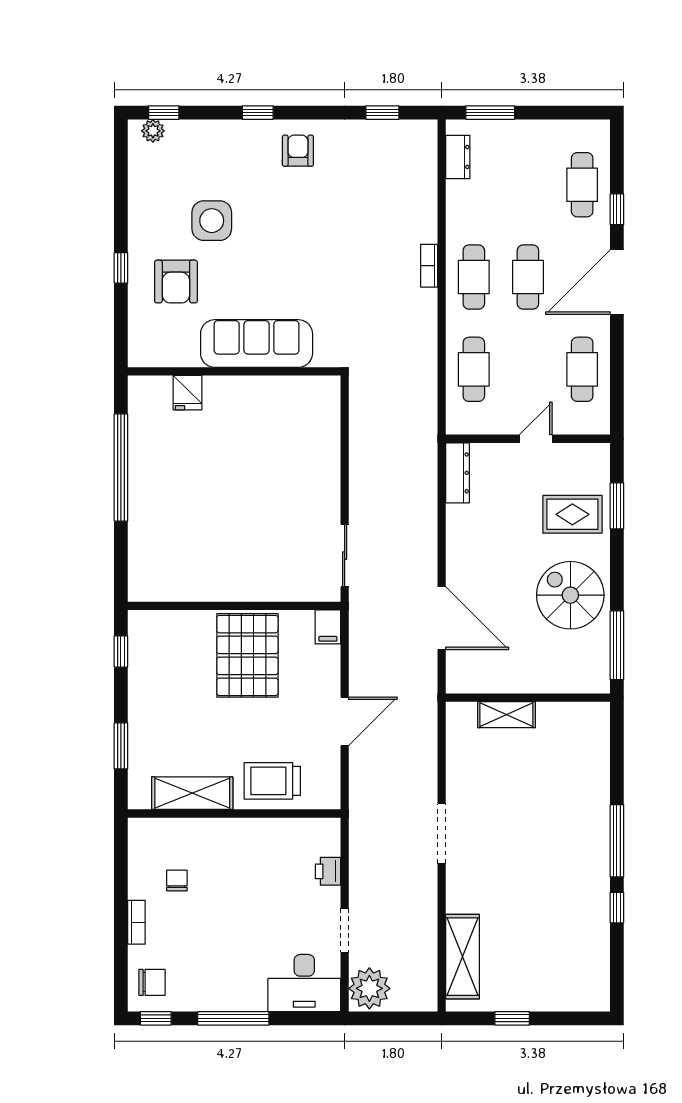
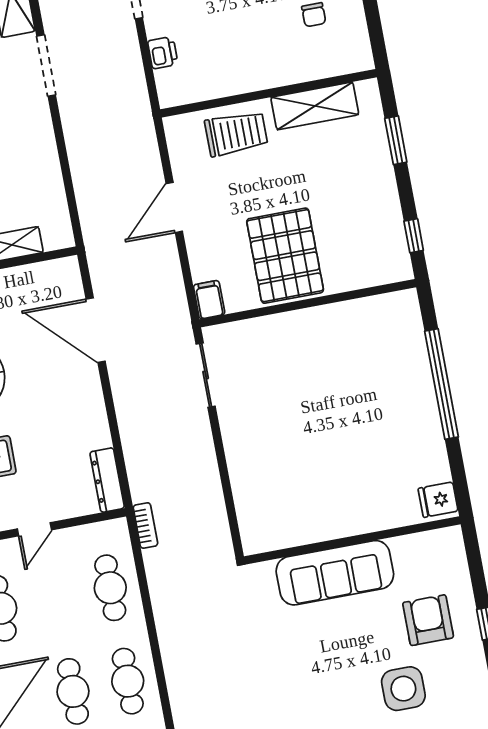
bookcase: (429, 266) -> (145, 526), moved
fridge: (187, 393) -> (438, 500), moved, turned -90
window: (121, 468) -> (441, 384), moved
doorway: (442, 834) -> (46, 66), moved

